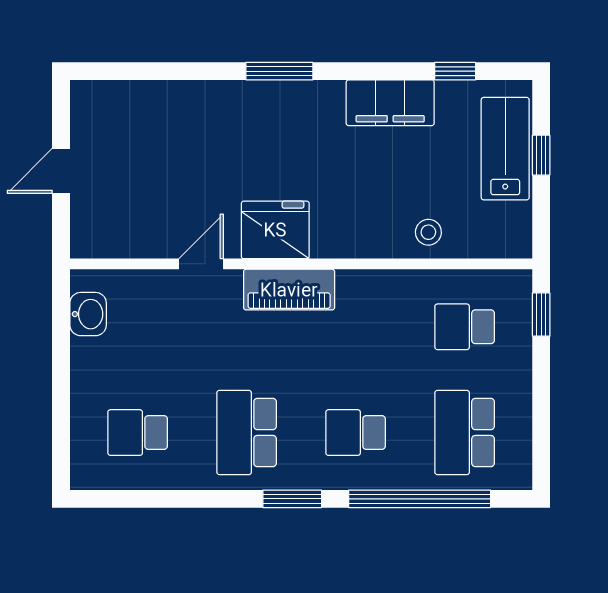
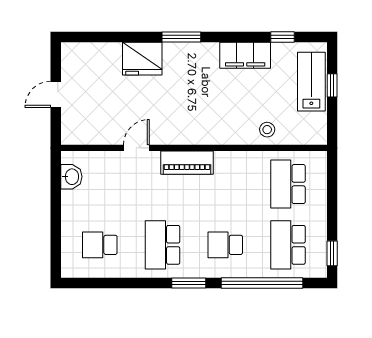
fridge: (275, 230) -> (142, 59), moved, turned 180
window: (541, 315) -> (332, 253), moved
school desk: (465, 327) -> (288, 184), width x1.85

